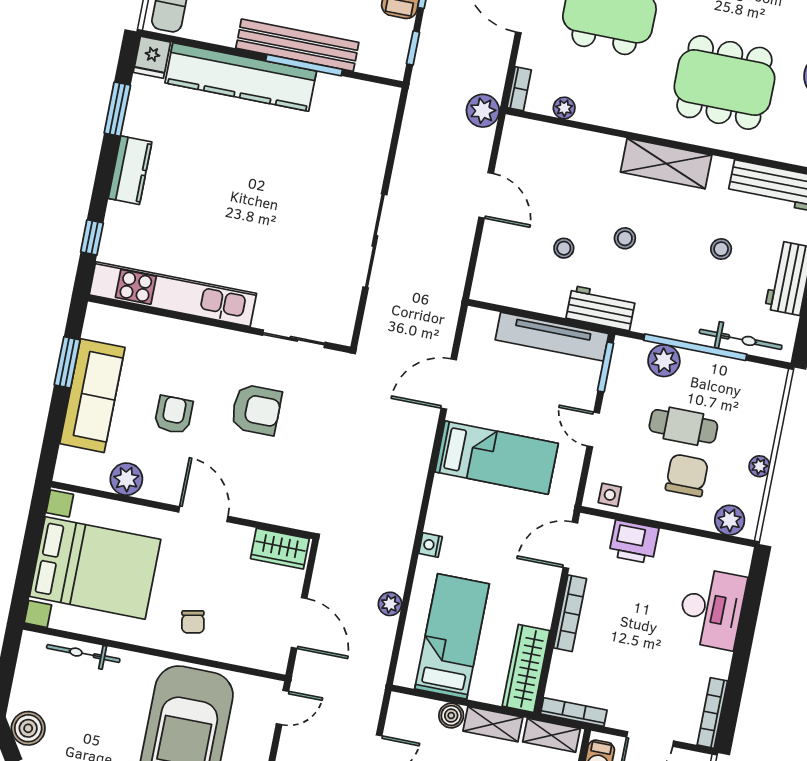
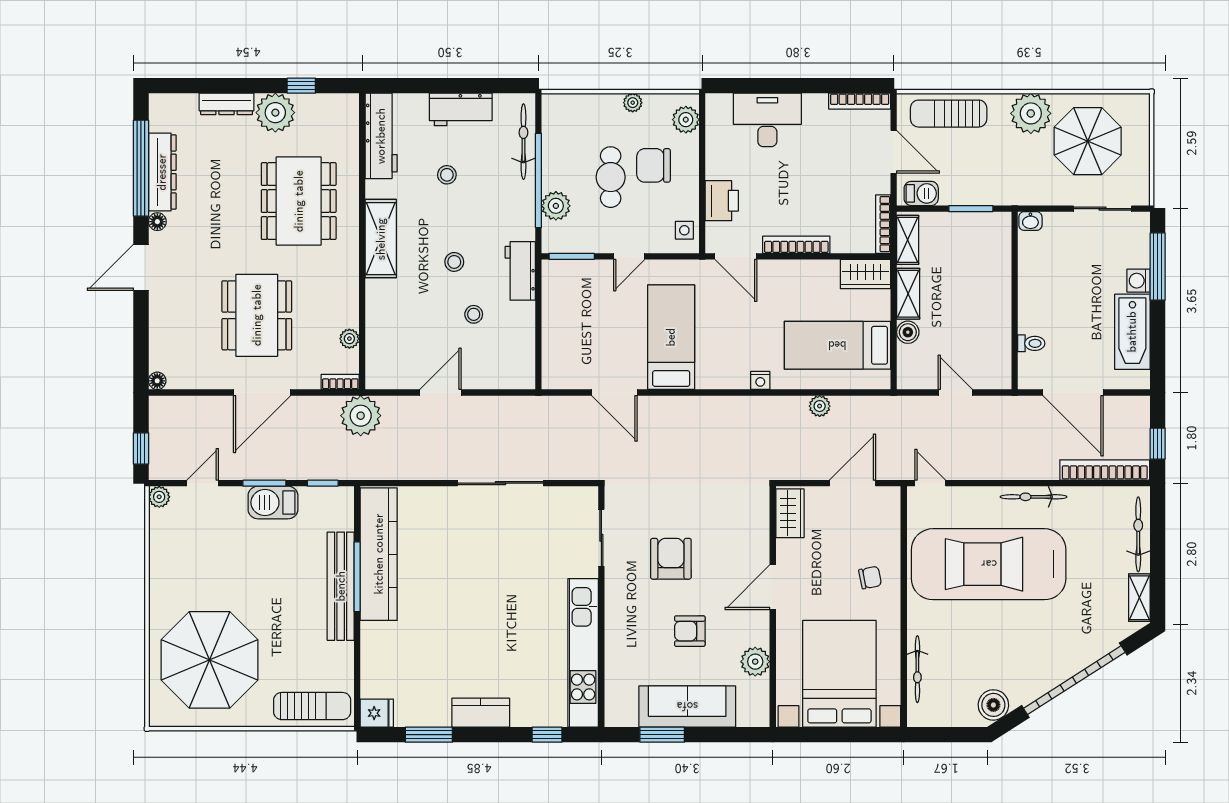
kitchen counter: (241, 77) -> (379, 554), moved
plant: (483, 111) -> (361, 416), width x1.36, depth x1.36
tv unit: (552, 337) -> (554, 309), removed
wardrobe: (526, 668) -> (865, 274), width x0.67

